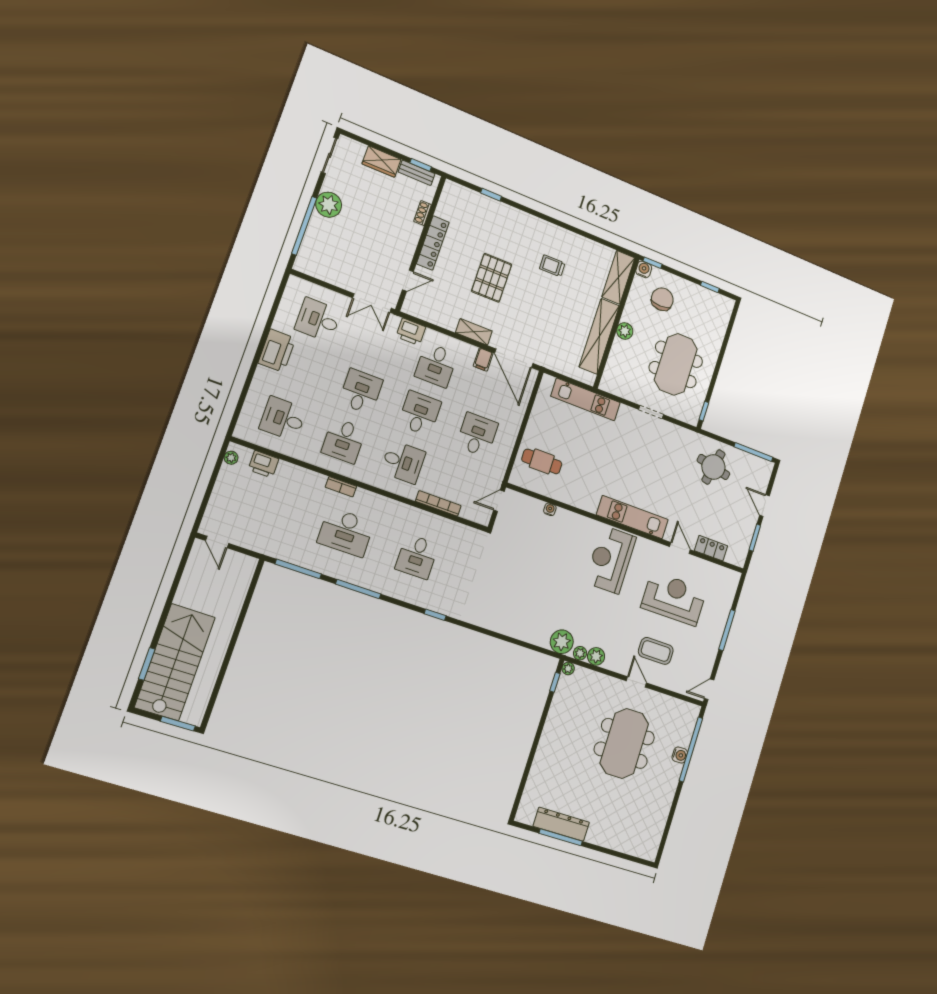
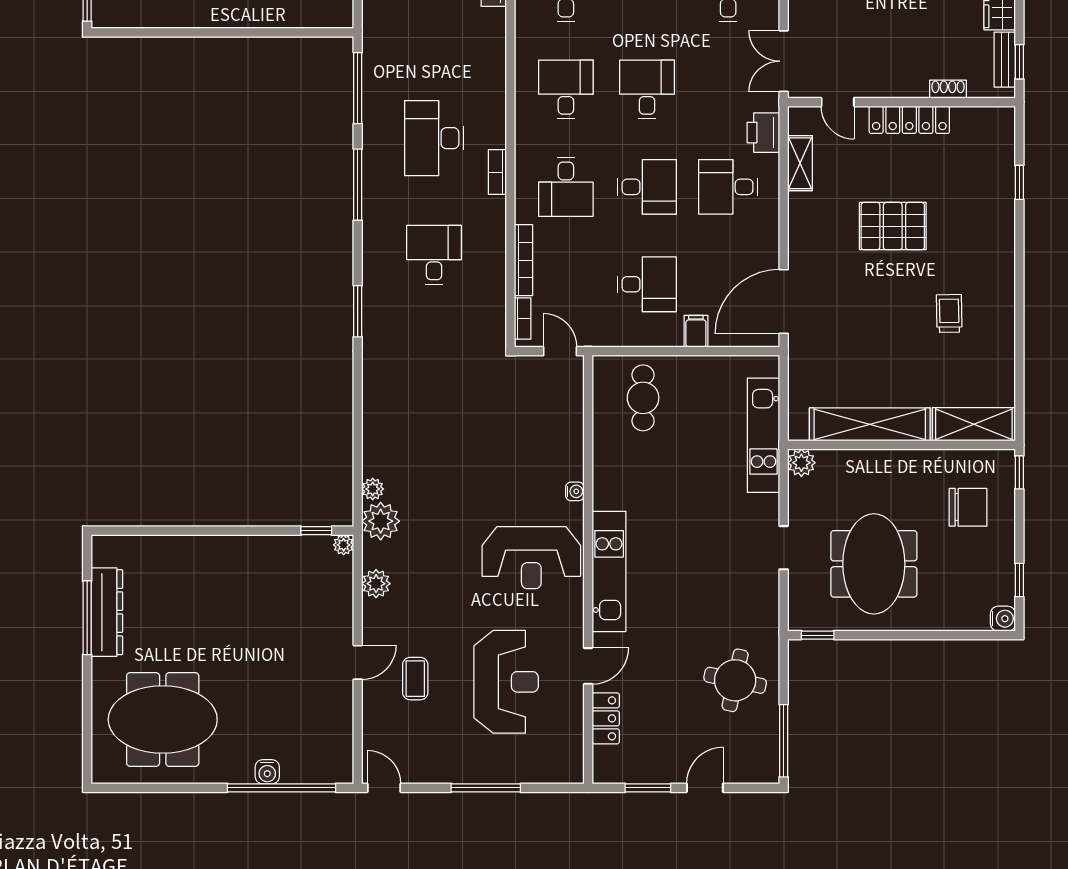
water cooler: (644, 269) -> (1003, 619), moved
plant: (625, 331) -> (801, 463), moved
shelving: (474, 332) -> (800, 163), moved
filing cabinet: (483, 360) -> (696, 331), moved, turned 90
meeting table: (676, 364) -> (874, 564), turned 90
desk: (361, 391) -> (647, 89), turned -90
desk: (344, 441) -> (566, 89), turned 90
bookcase: (341, 487) -> (497, 172), moved
water cooler: (550, 509) -> (575, 491), moved
bookcase: (472, 516) -> (523, 318), added
desk: (417, 557) -> (434, 255), turned 90
reception desk: (611, 560) -> (531, 558), turned 180
window: (435, 615) -> (358, 311), width x1.50
coffee table: (656, 651) -> (415, 679), width x0.73, depth x0.77
plant: (580, 653) -> (373, 489), moved
meeting table: (624, 743) -> (163, 720), moved

